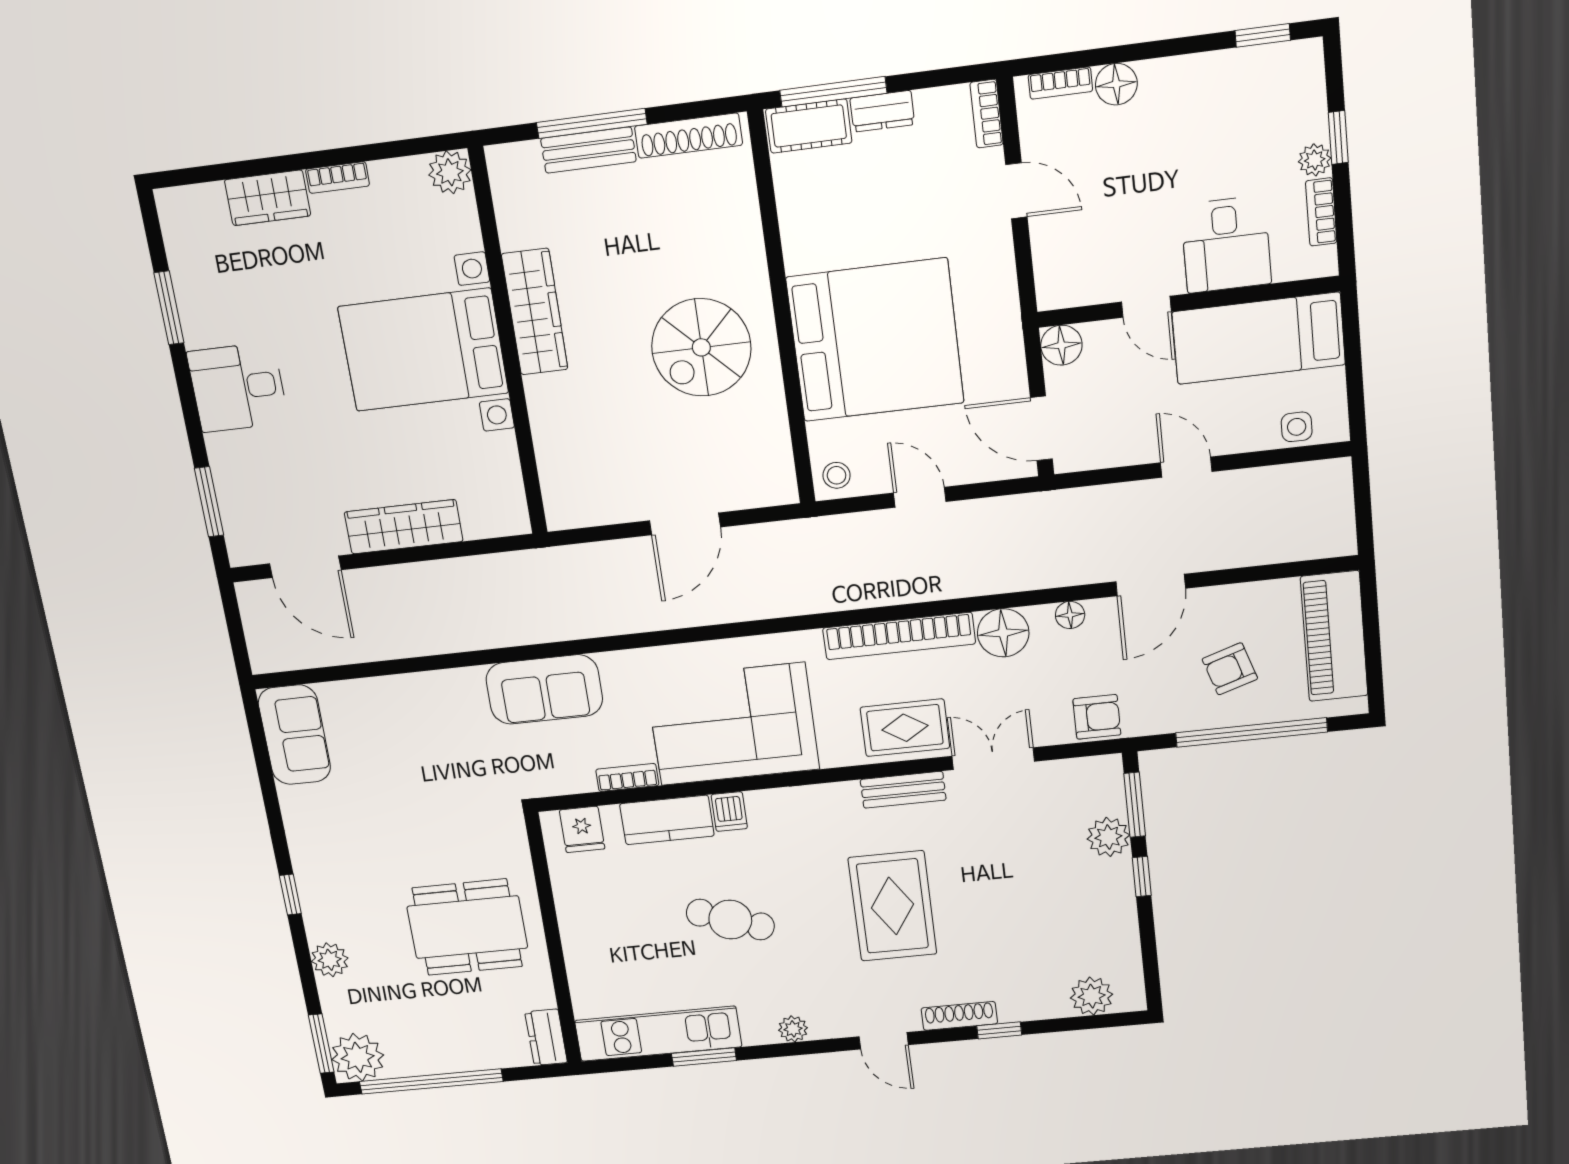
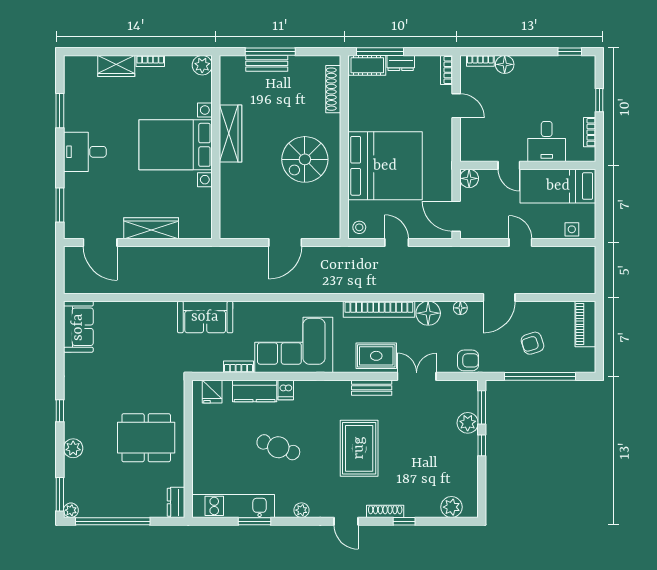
shoe rack: (689, 136) -> (333, 89), moved, turned 90
plant: (1315, 160) -> (588, 109), removed
piano: (1334, 636) -> (585, 324), width x0.73, depth x0.75
plant: (358, 1057) -> (71, 510), width x0.53, depth x0.53

